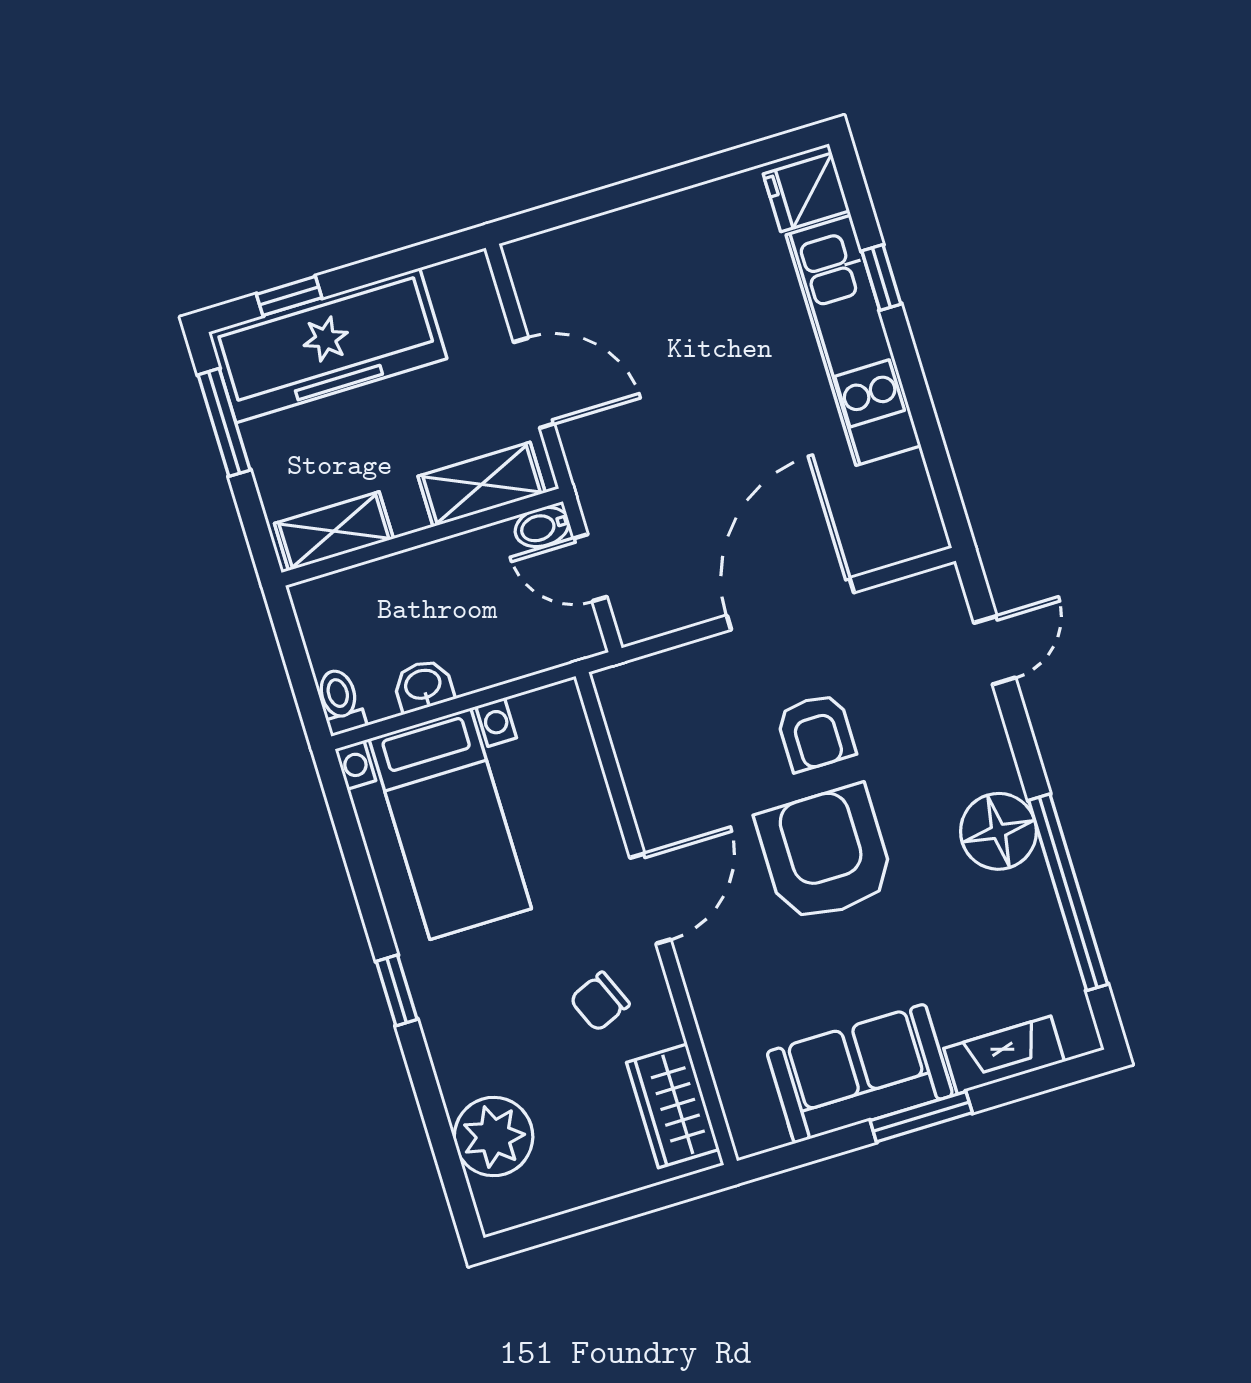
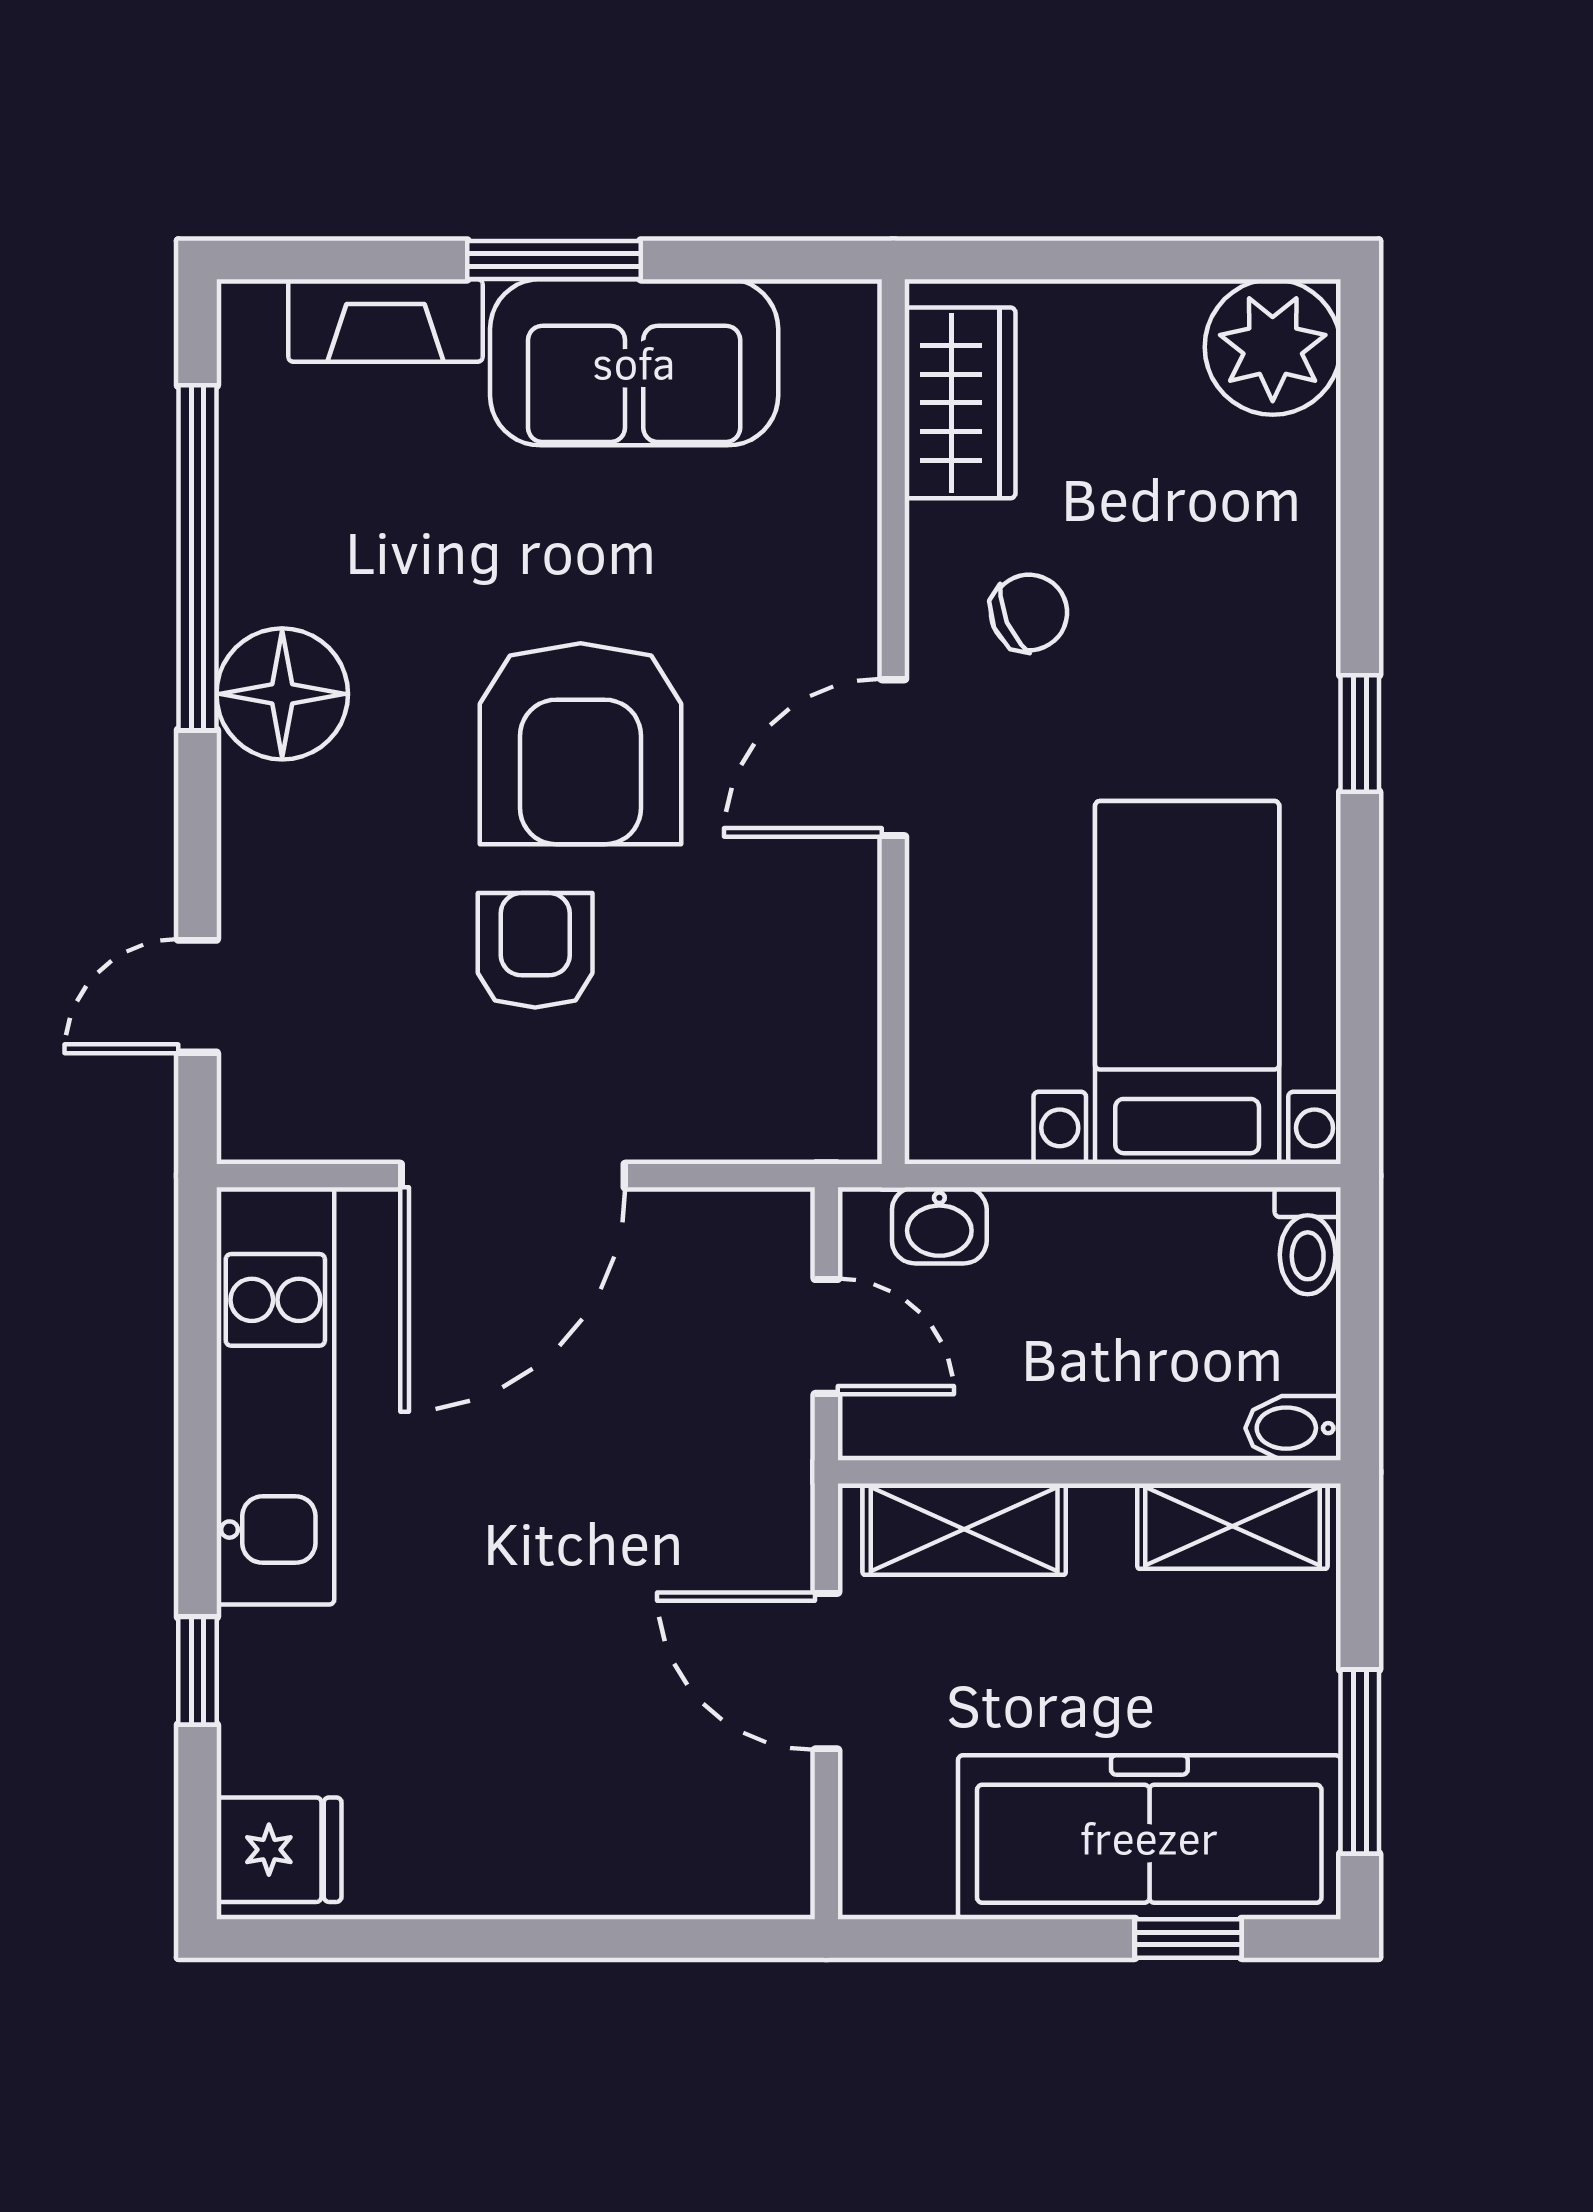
kitchen unit: (853, 340) -> (275, 1396), moved
bidet: (542, 527) -> (1293, 1428), moved, turned 180
washbasin: (423, 686) -> (939, 1225), moved
plant: (494, 1137) -> (1273, 347), moved

